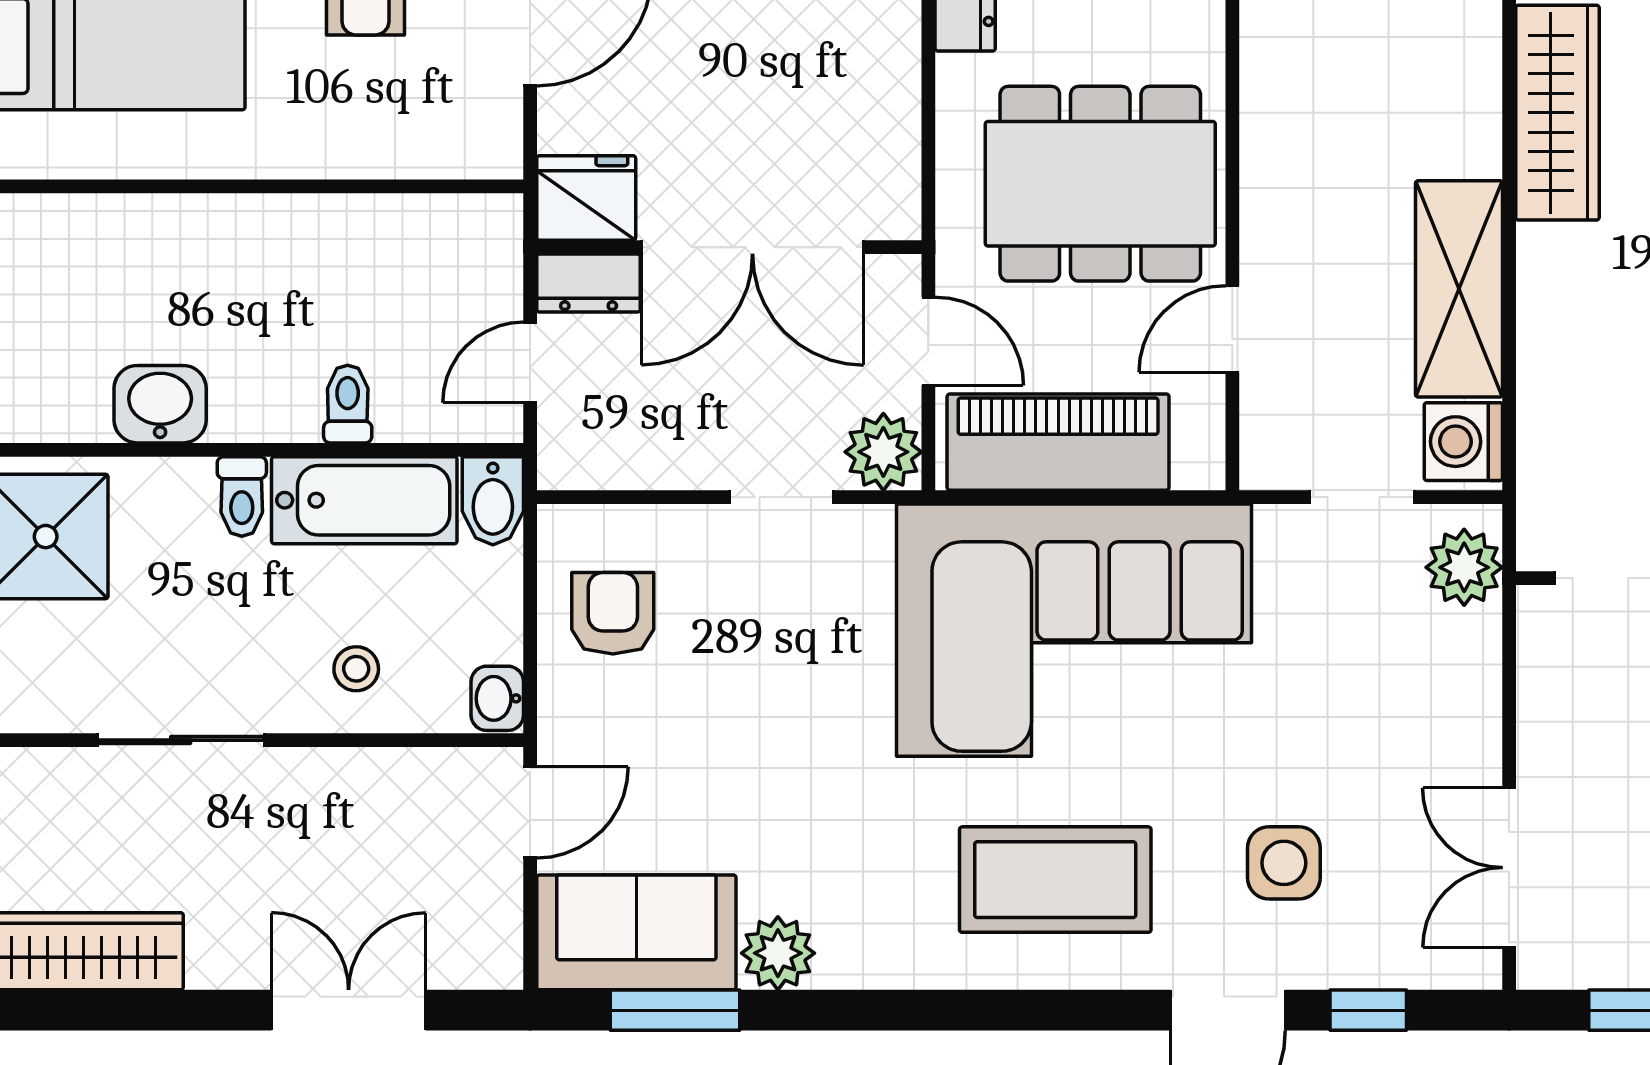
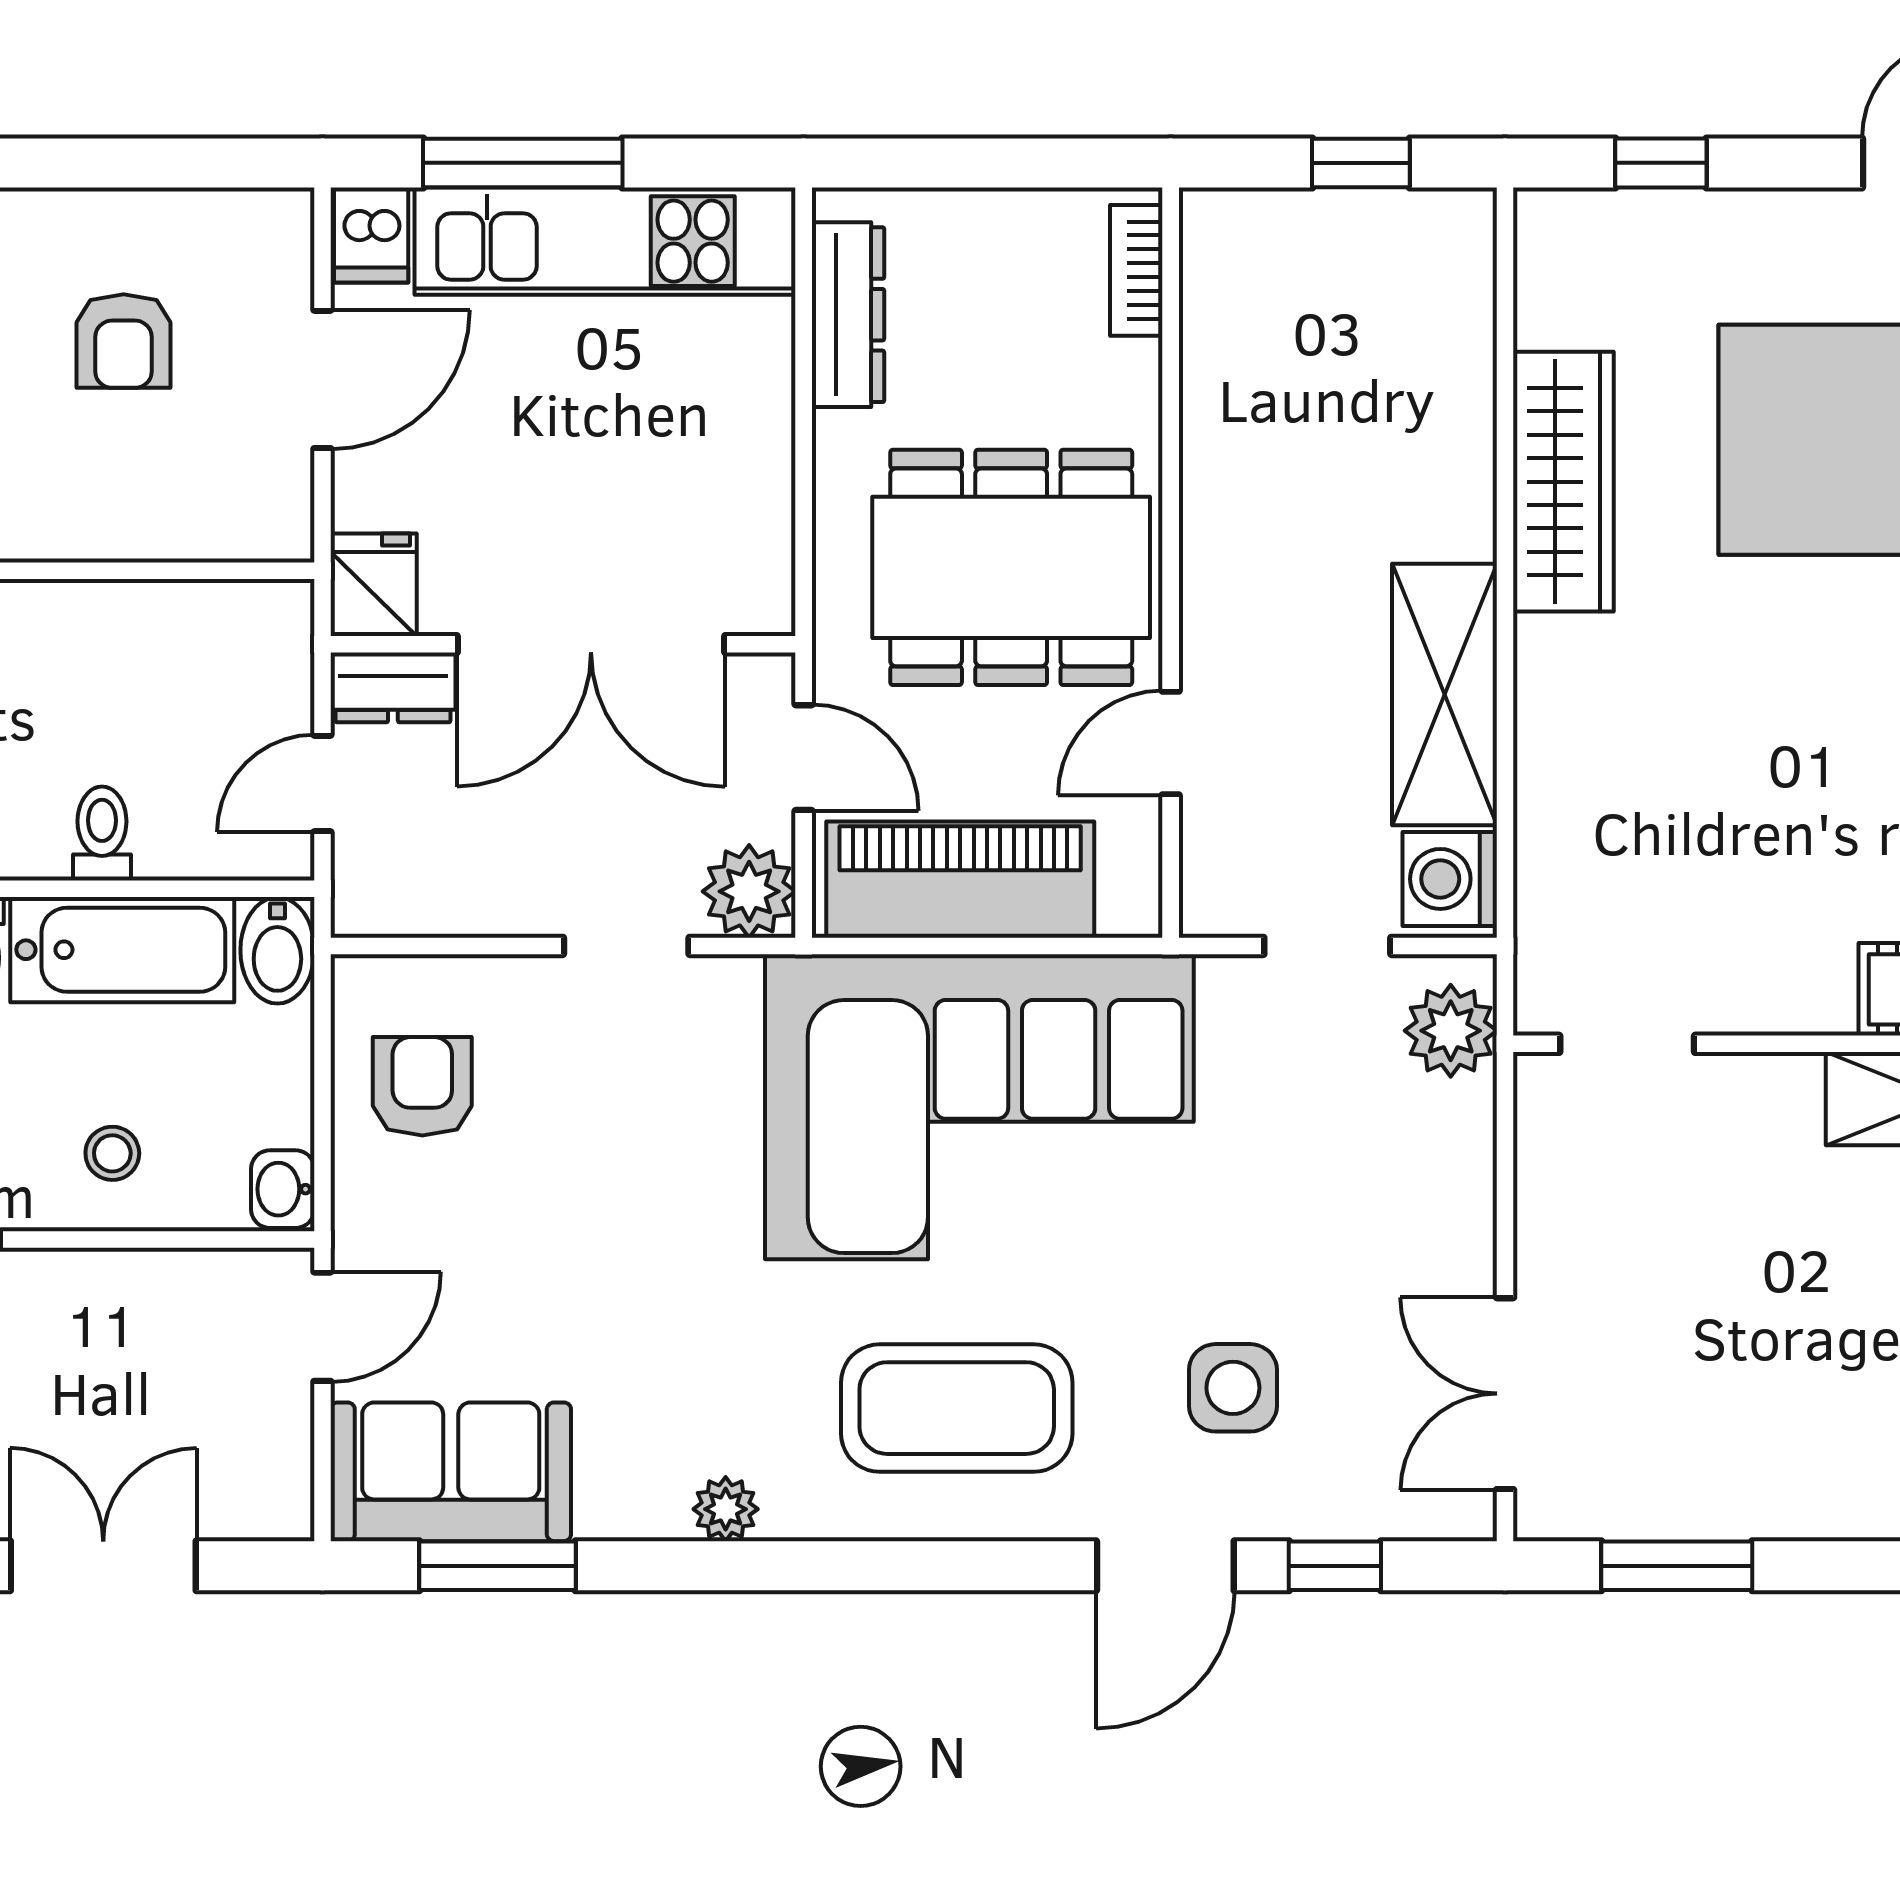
fridge: (586, 198) -> (374, 585), width x0.72
plant: (778, 953) -> (726, 1509), moved, width x0.73, depth x0.73

